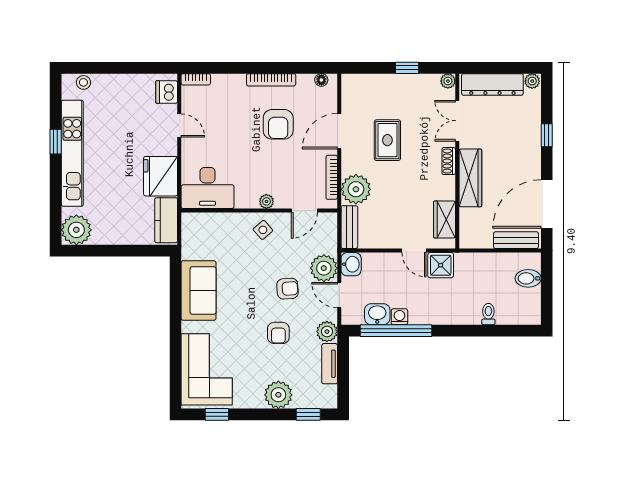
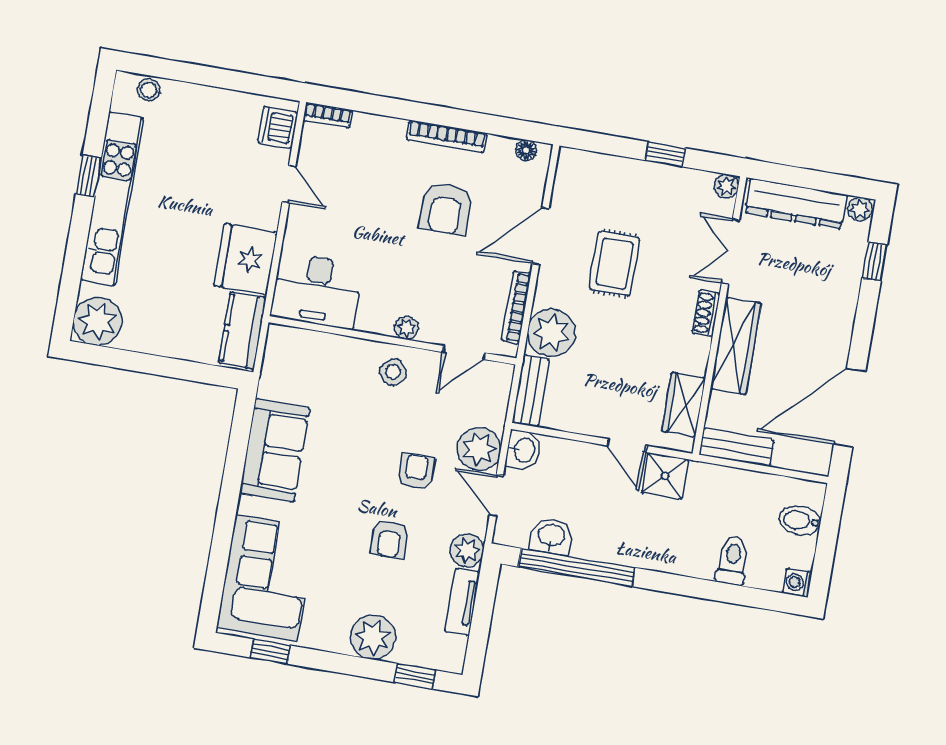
window: (547, 135) -> (875, 261), moved
bench: (516, 240) -> (737, 447), moved
armchair: (287, 289) -> (416, 472), turned -86
toilet: (488, 314) -> (732, 560), width x1.37, depth x1.39
washing machine: (399, 317) -> (797, 583), moved, turned -90

